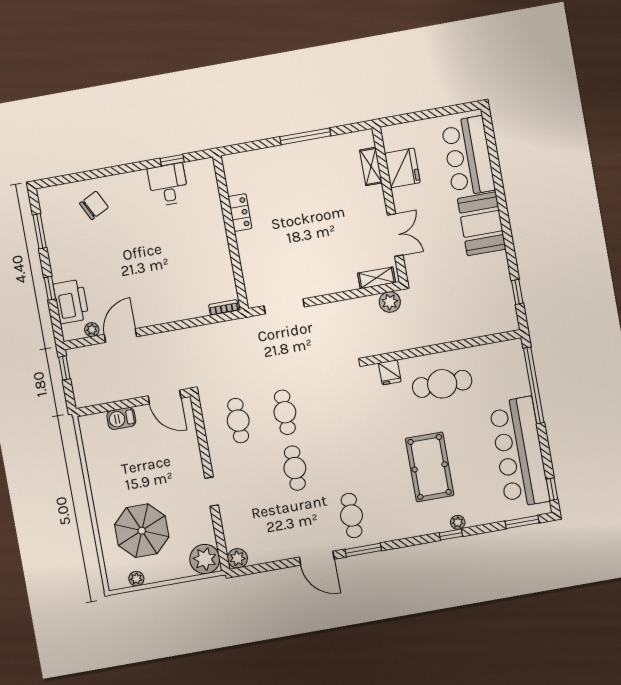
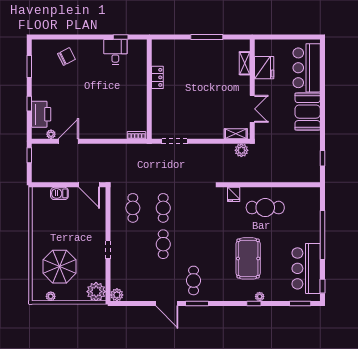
window: (534, 385) -> (323, 235), moved
bar counter: (519, 452) -> (306, 268), width x0.73

